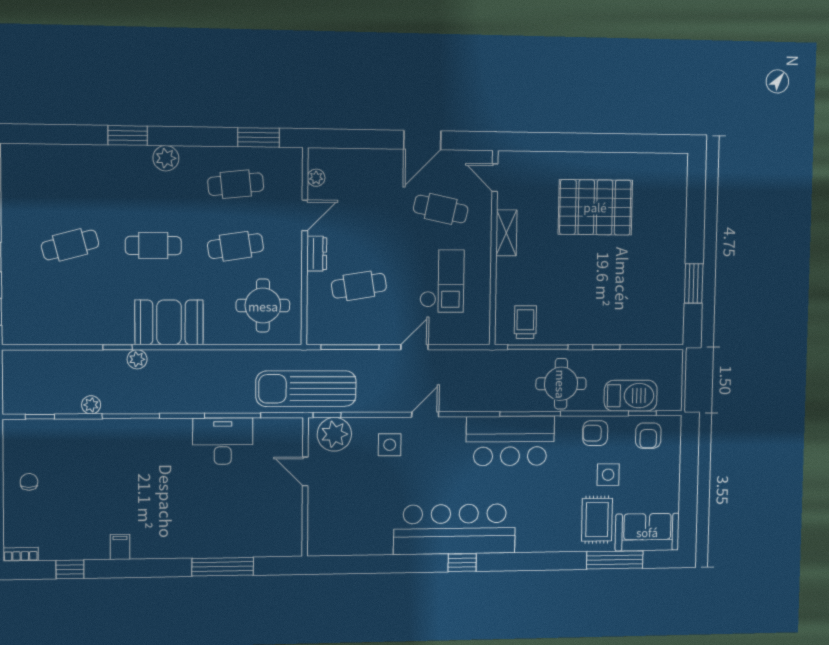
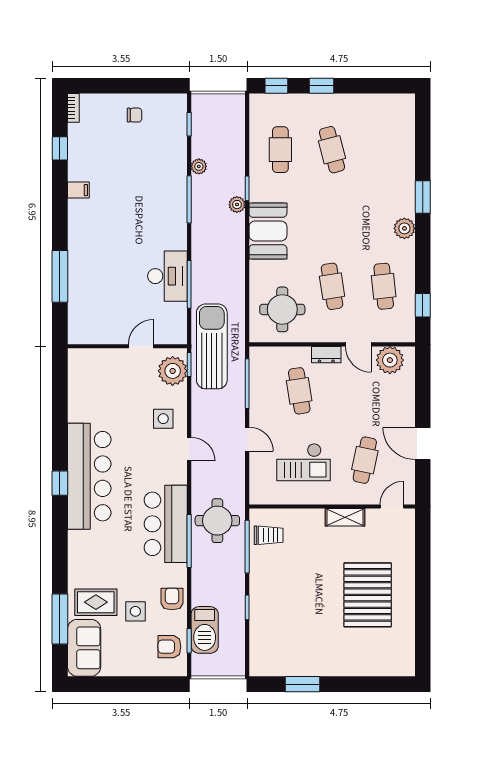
window: (259, 137) -> (423, 305), width x0.67
plant: (316, 178) -> (390, 360), width x1.88, depth x1.88
cafe table: (153, 246) -> (280, 150), moved
round table: (561, 384) -> (217, 521), moved

